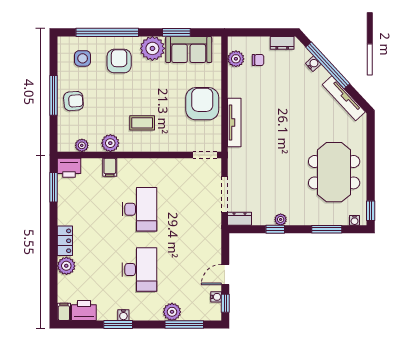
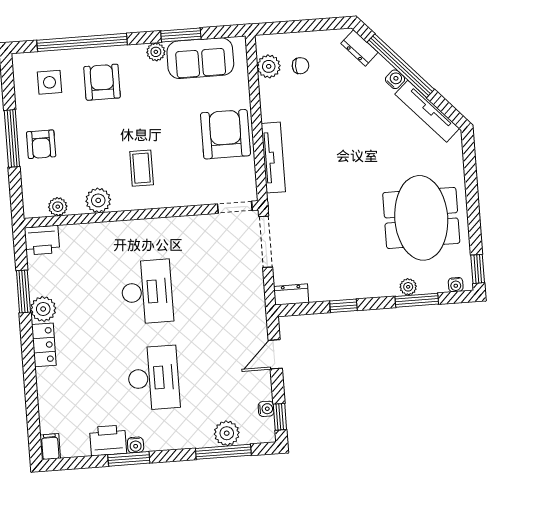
dresser: (282, 43) -> (359, 48), moved, turned 47
plant: (152, 48) -> (156, 52), width x0.53, depth x0.53
water cooler: (313, 64) -> (395, 79), moved
armchair: (73, 101) -> (41, 144), turned 94
coffee table: (142, 123) -> (142, 168), turned 90
filing cabinet: (110, 167) -> (100, 235), removed
window: (53, 187) -> (23, 291), moved
doorway: (225, 194) -> (266, 242), moved
plant: (281, 219) -> (408, 287), moved
plant: (66, 266) -> (43, 309), moved
door: (225, 274) -> (275, 354), moved
printer: (84, 311) -> (108, 440), moved
plant: (172, 312) -> (227, 433), moved

